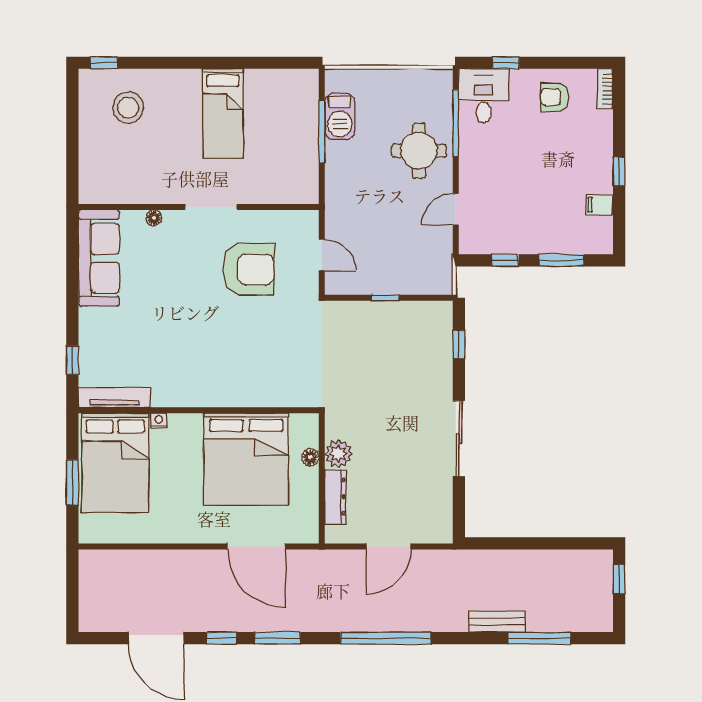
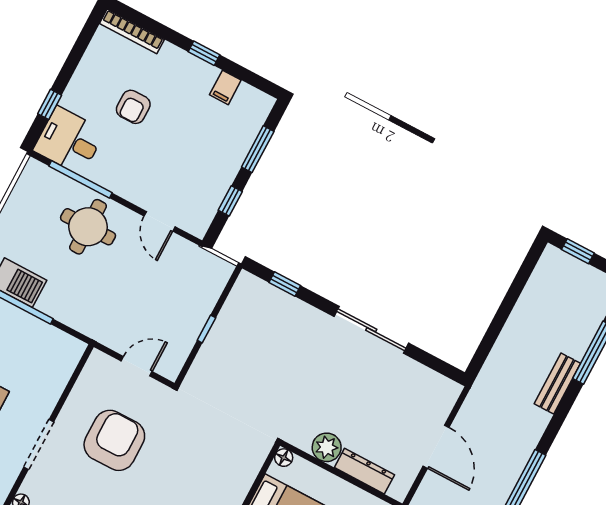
bookcase: (605, 89) -> (132, 31), width x1.56
armchair: (555, 97) -> (133, 107), moved
floor lamp: (310, 457) -> (284, 458), moved

